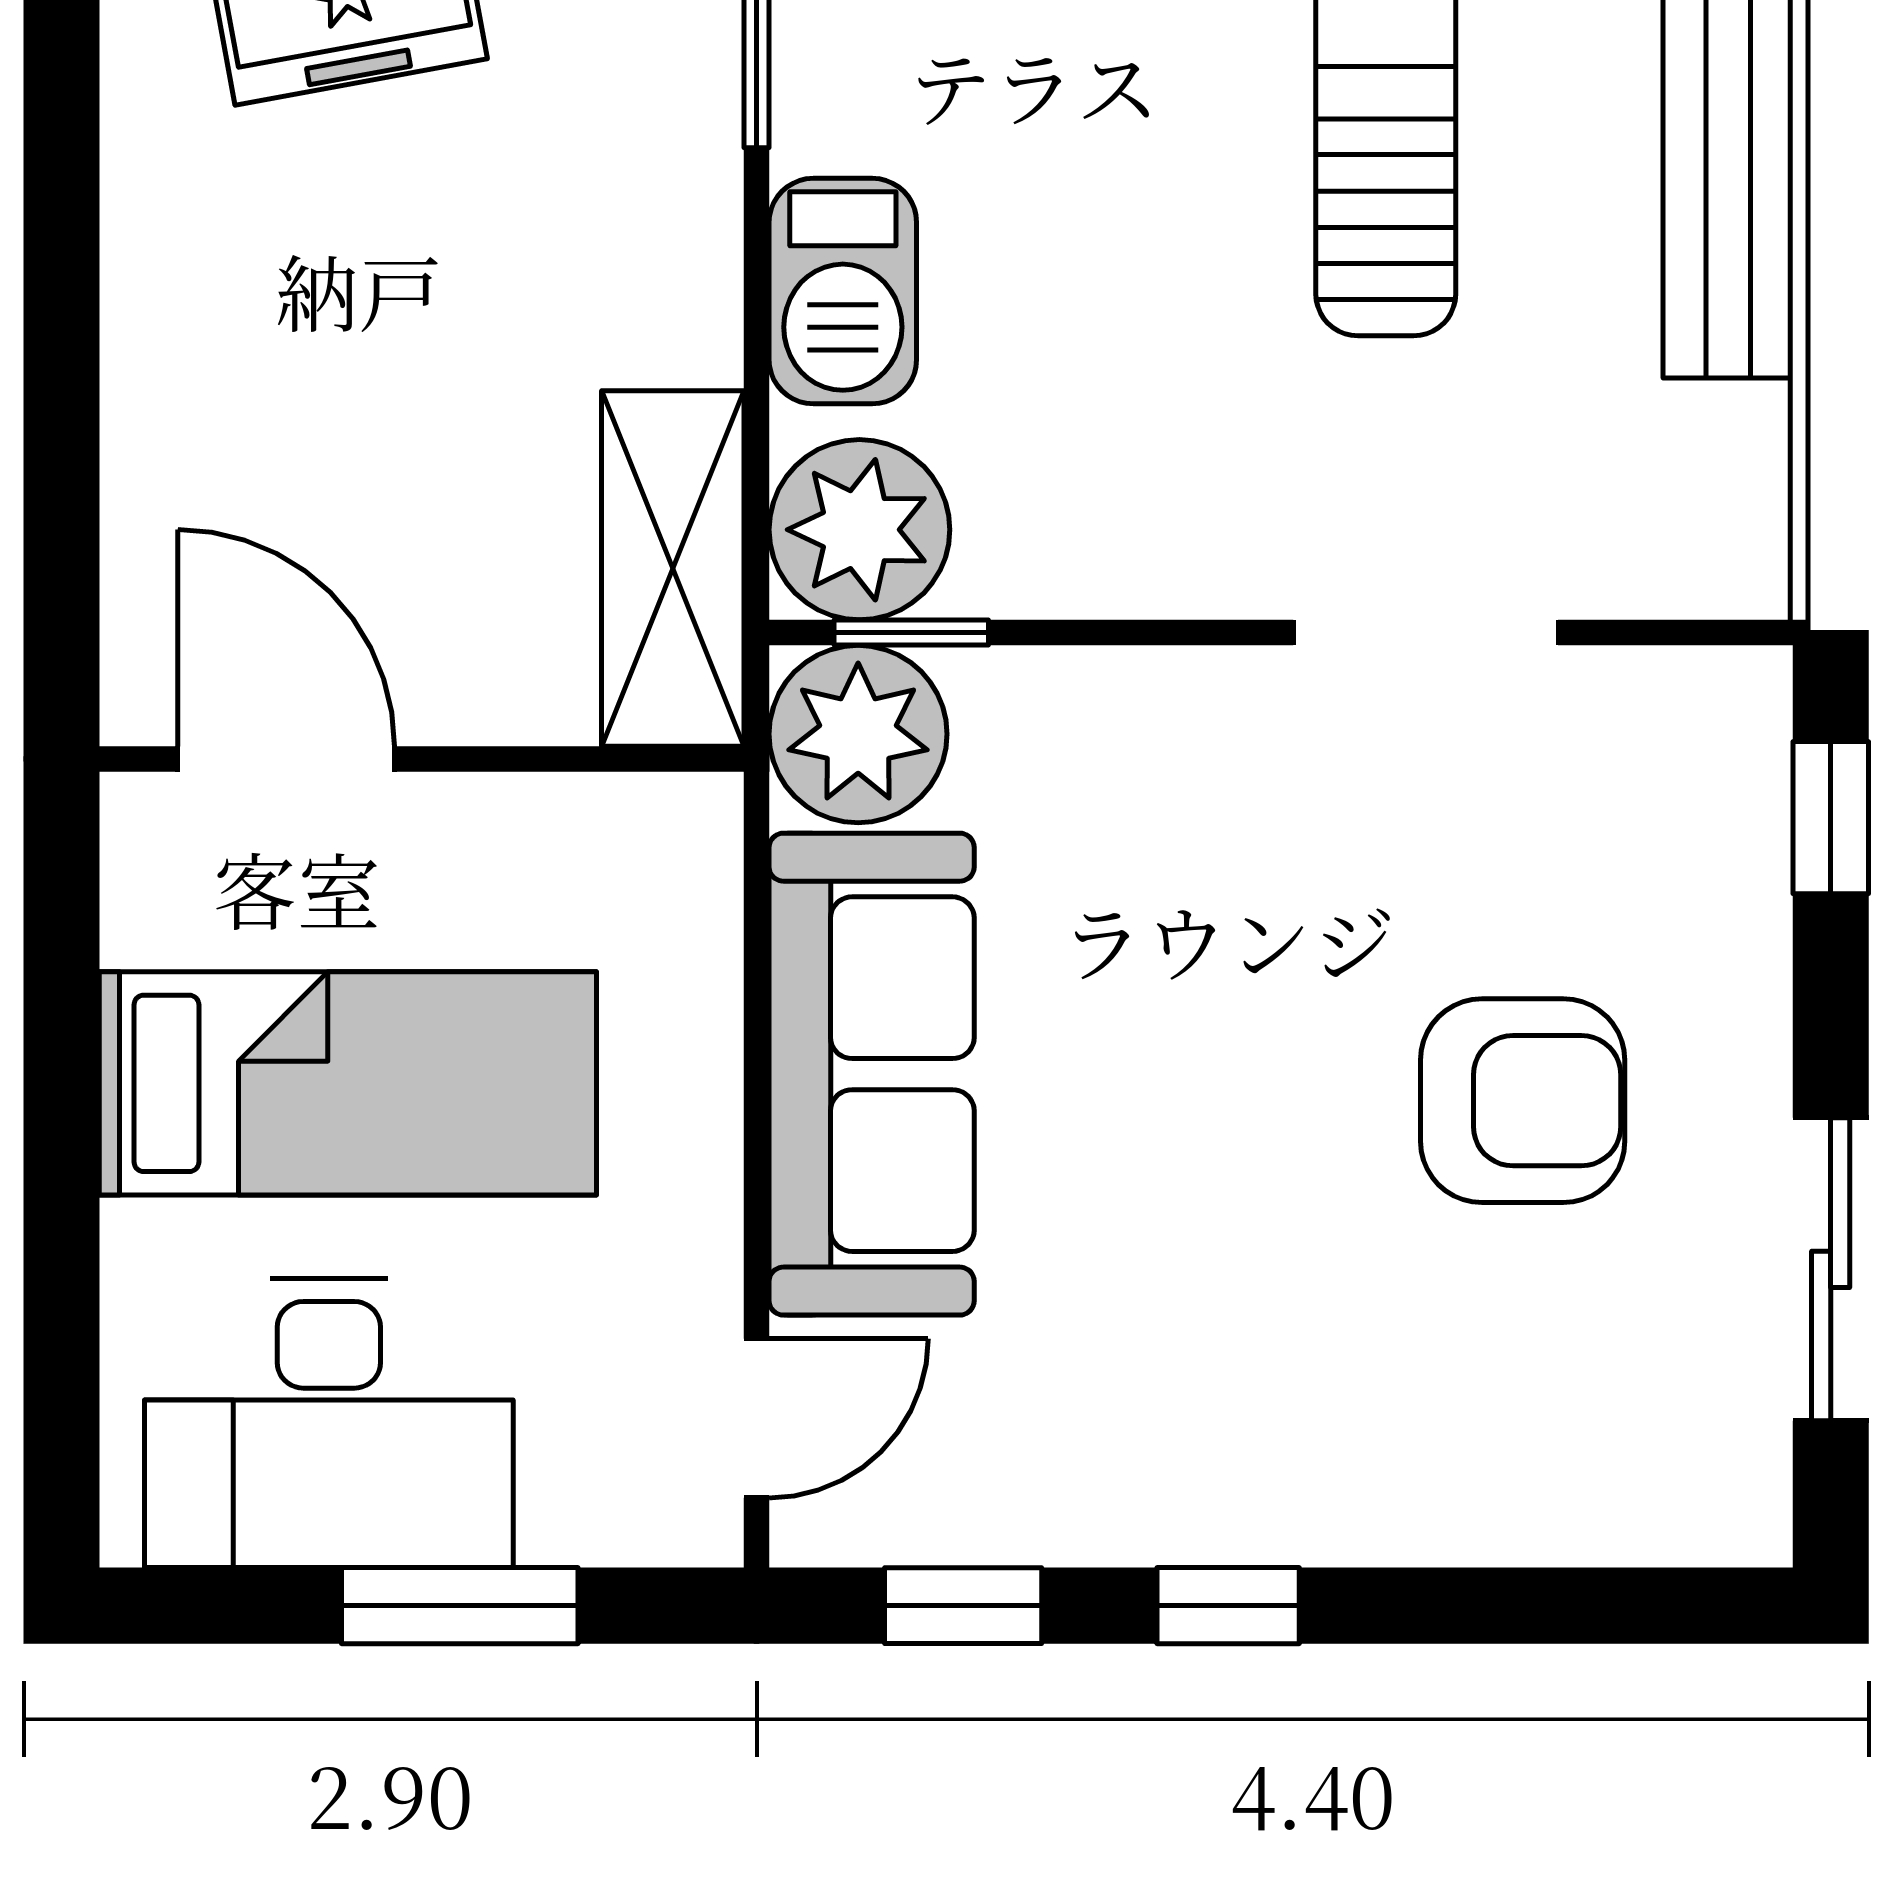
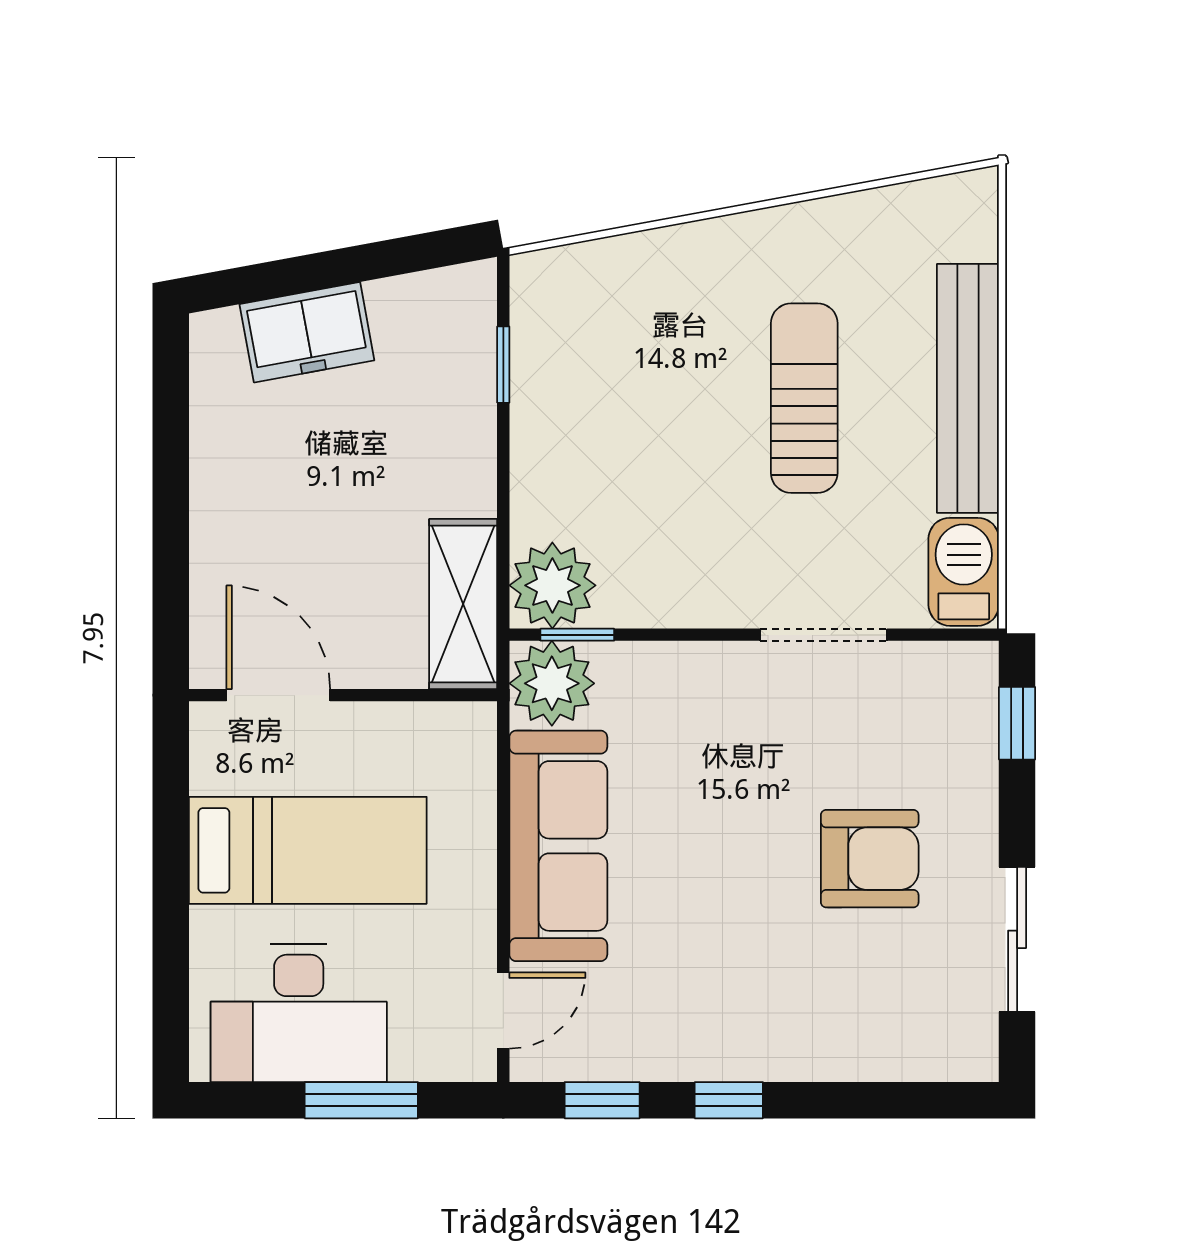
barbecue: (843, 291) -> (964, 572), moved, turned 180

